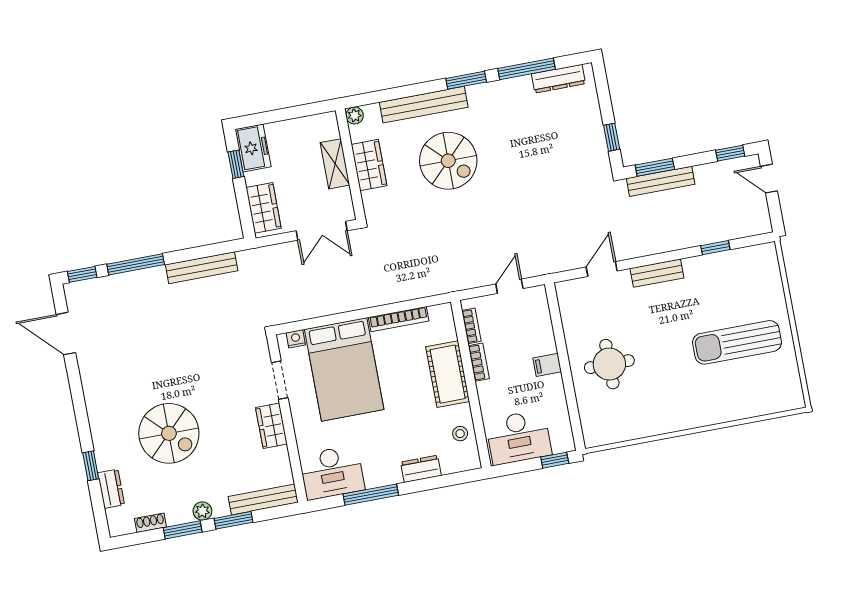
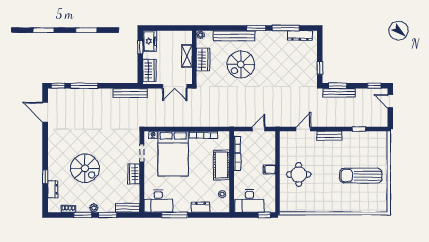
spiral stairs: (448, 161) -> (241, 64), turned 90
bench: (202, 268) -> (130, 93), moved
bench: (263, 499) -> (128, 208), width x0.73

